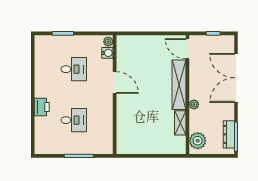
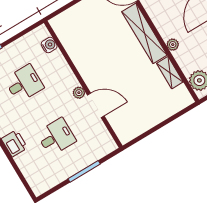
plant: (108, 42) -> (79, 93), moved
door: (115, 82) -> (96, 105), moved

